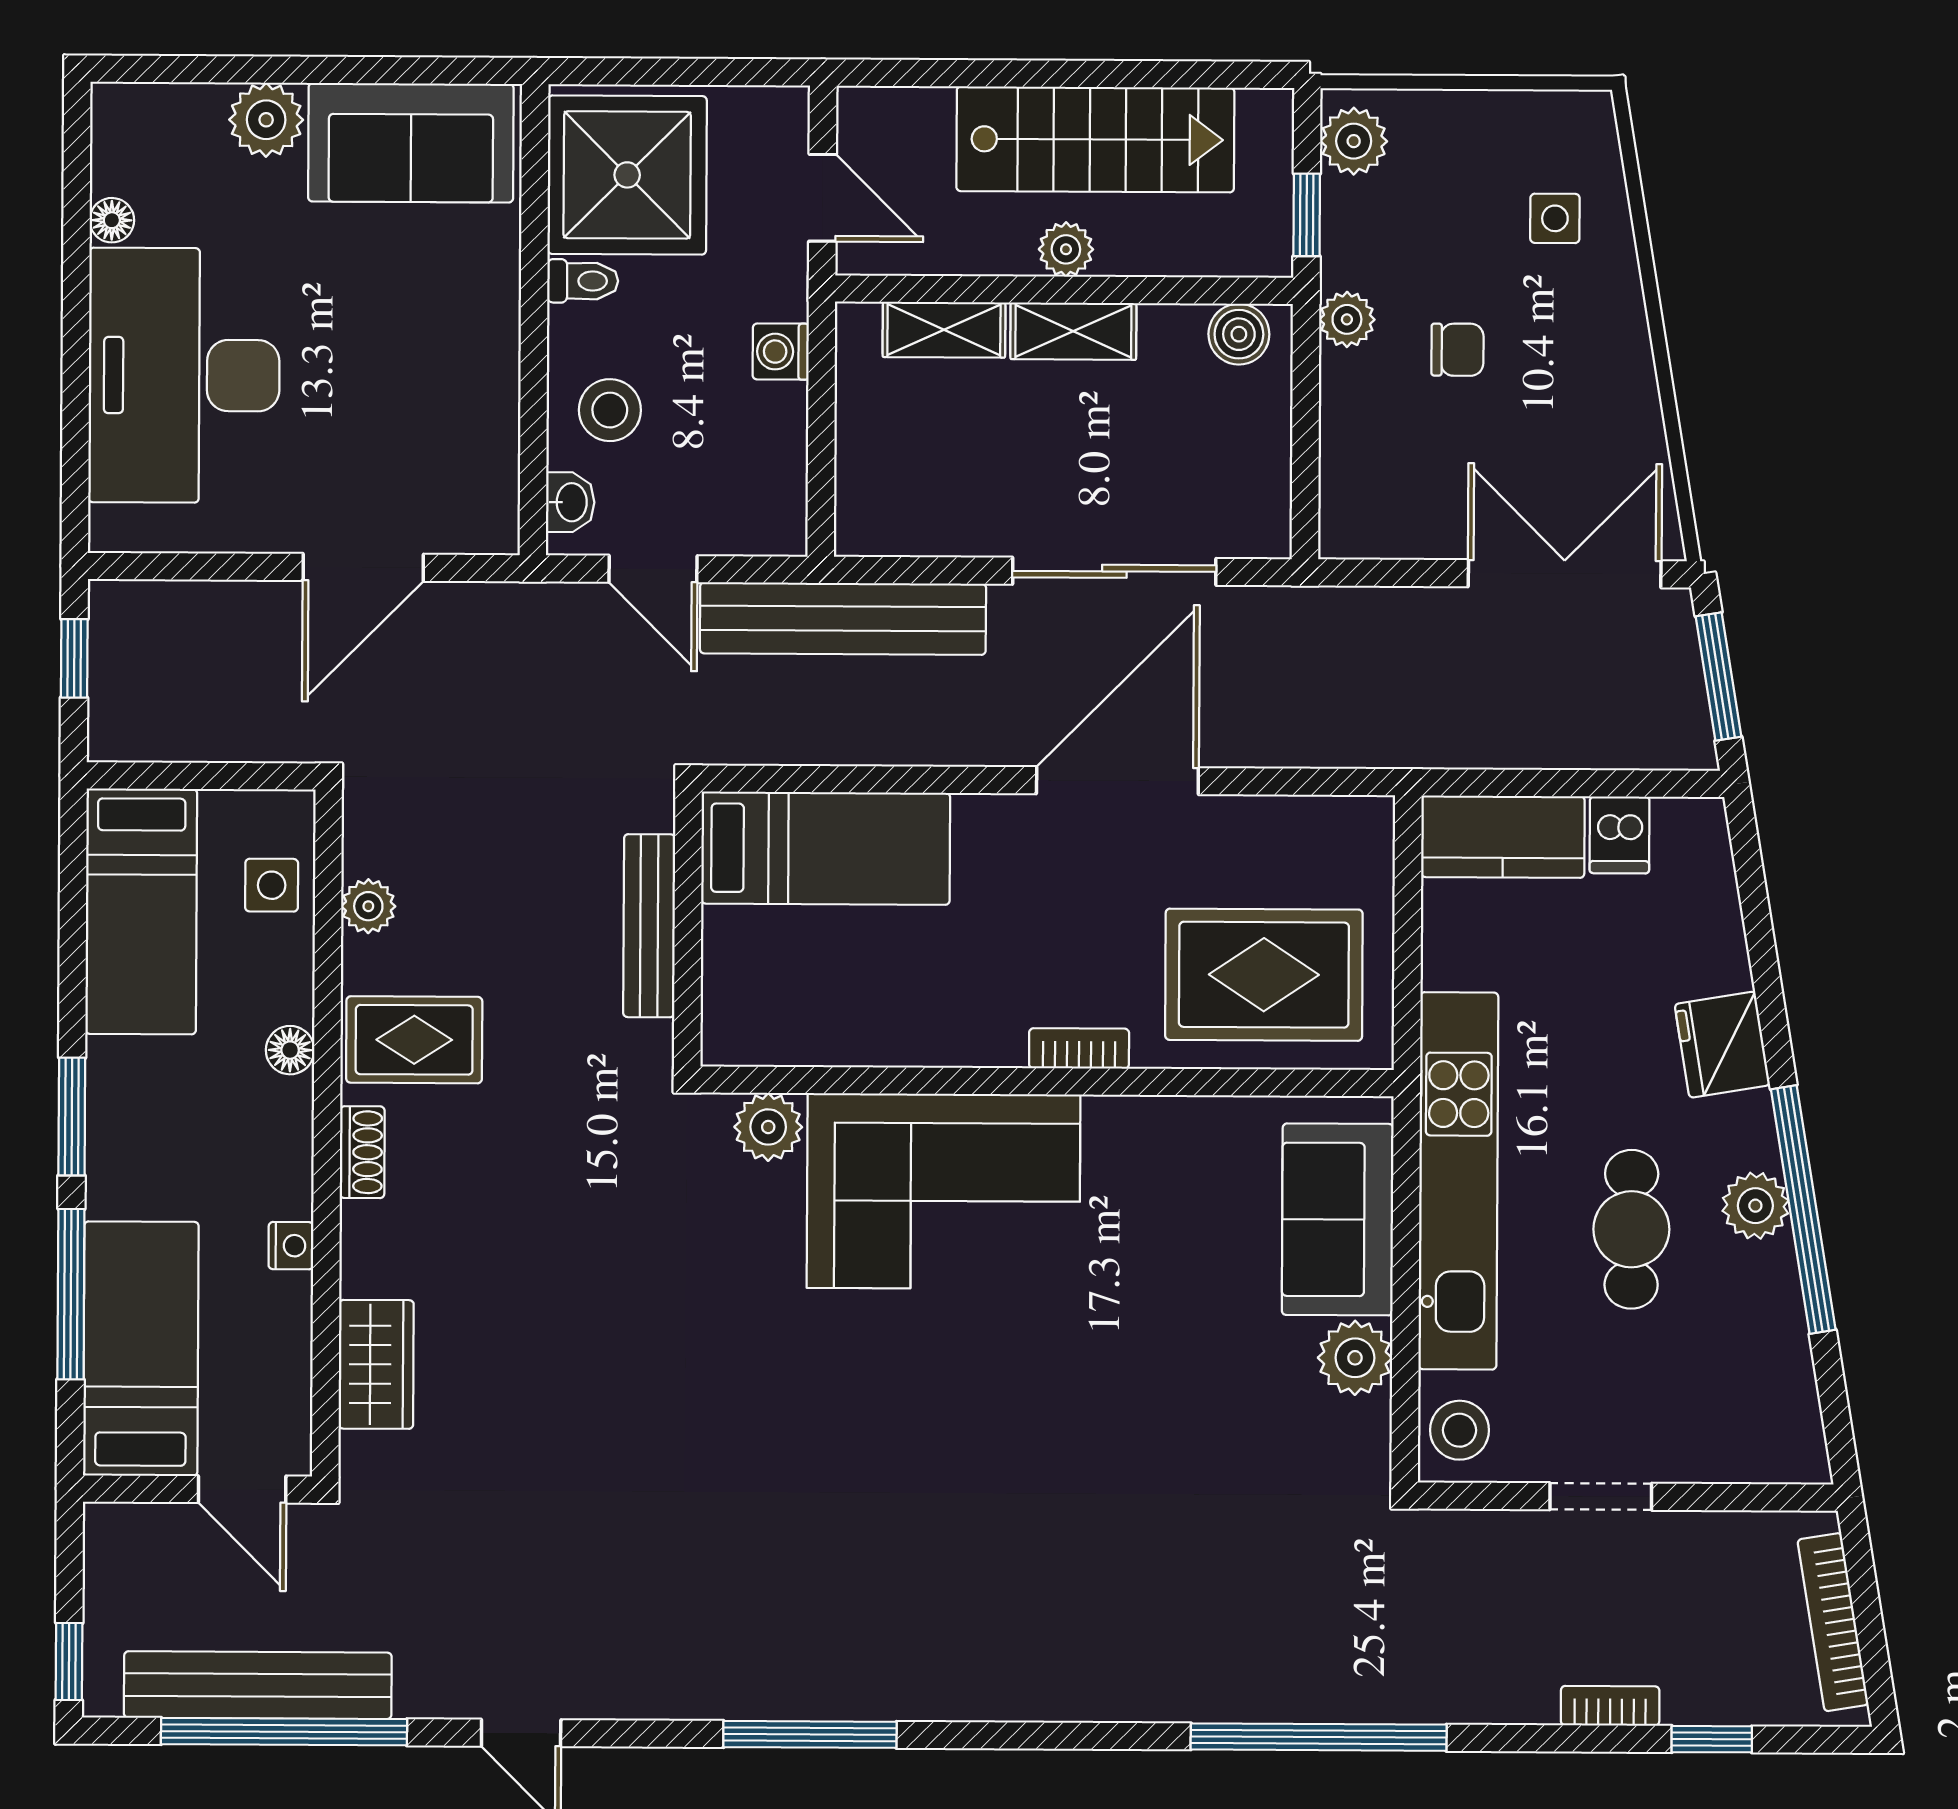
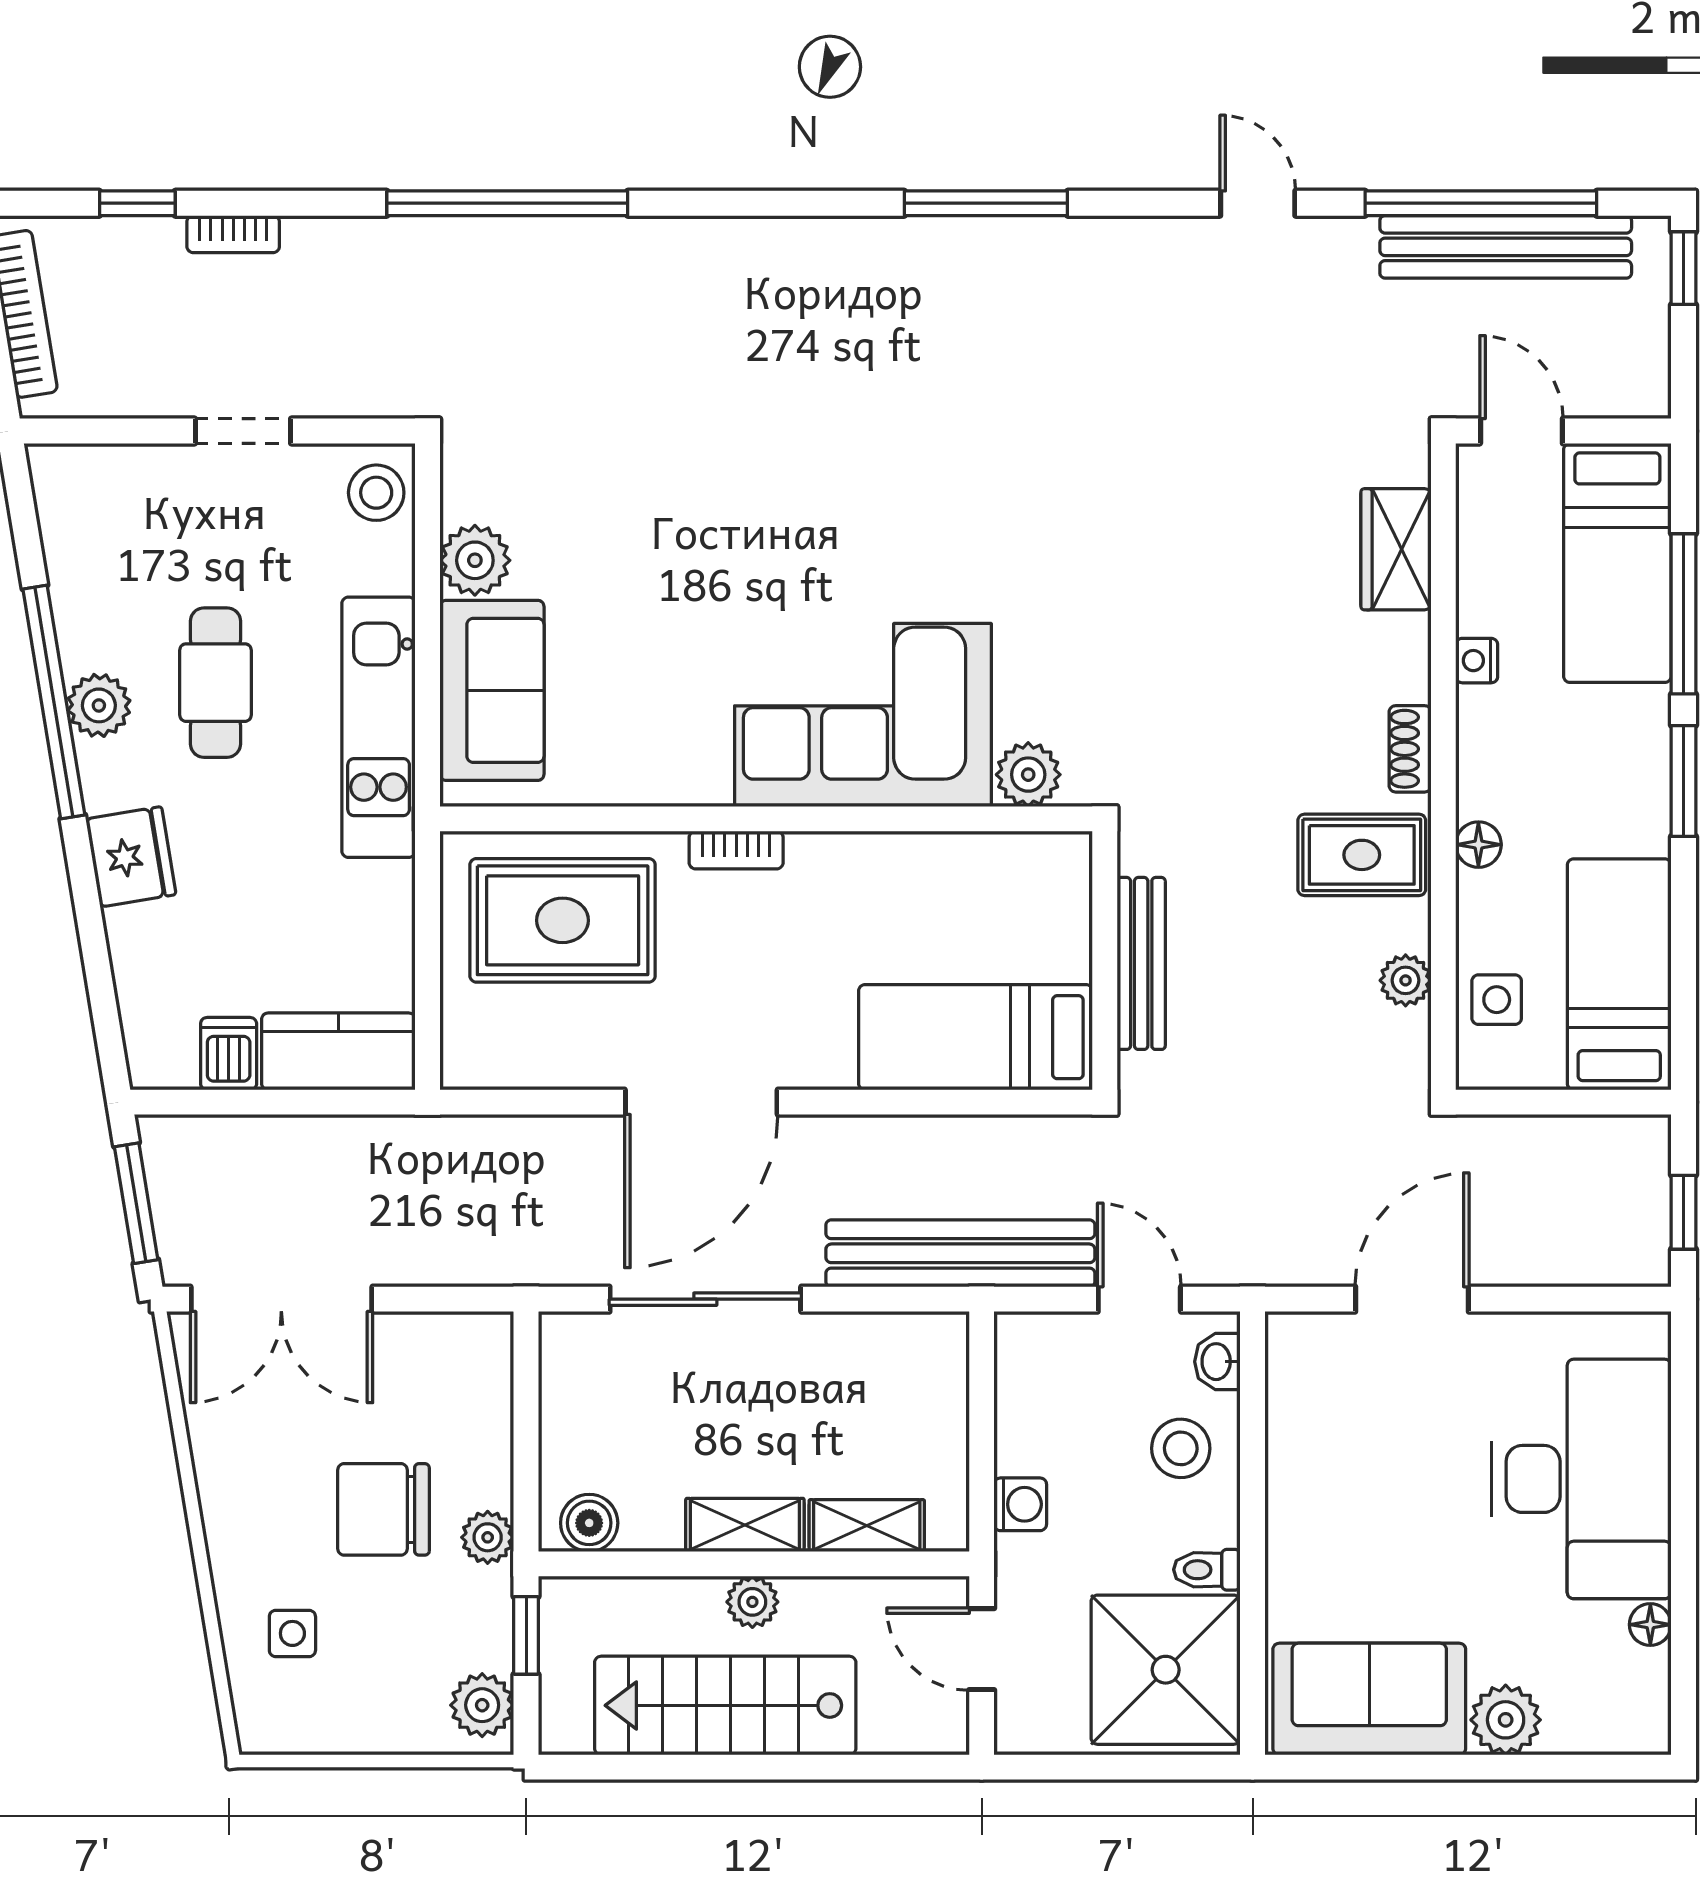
chair: (1457, 350) -> (383, 1509), width x1.87, depth x1.87
kitchen unit: (1458, 1181) -> (379, 727), width x0.73

